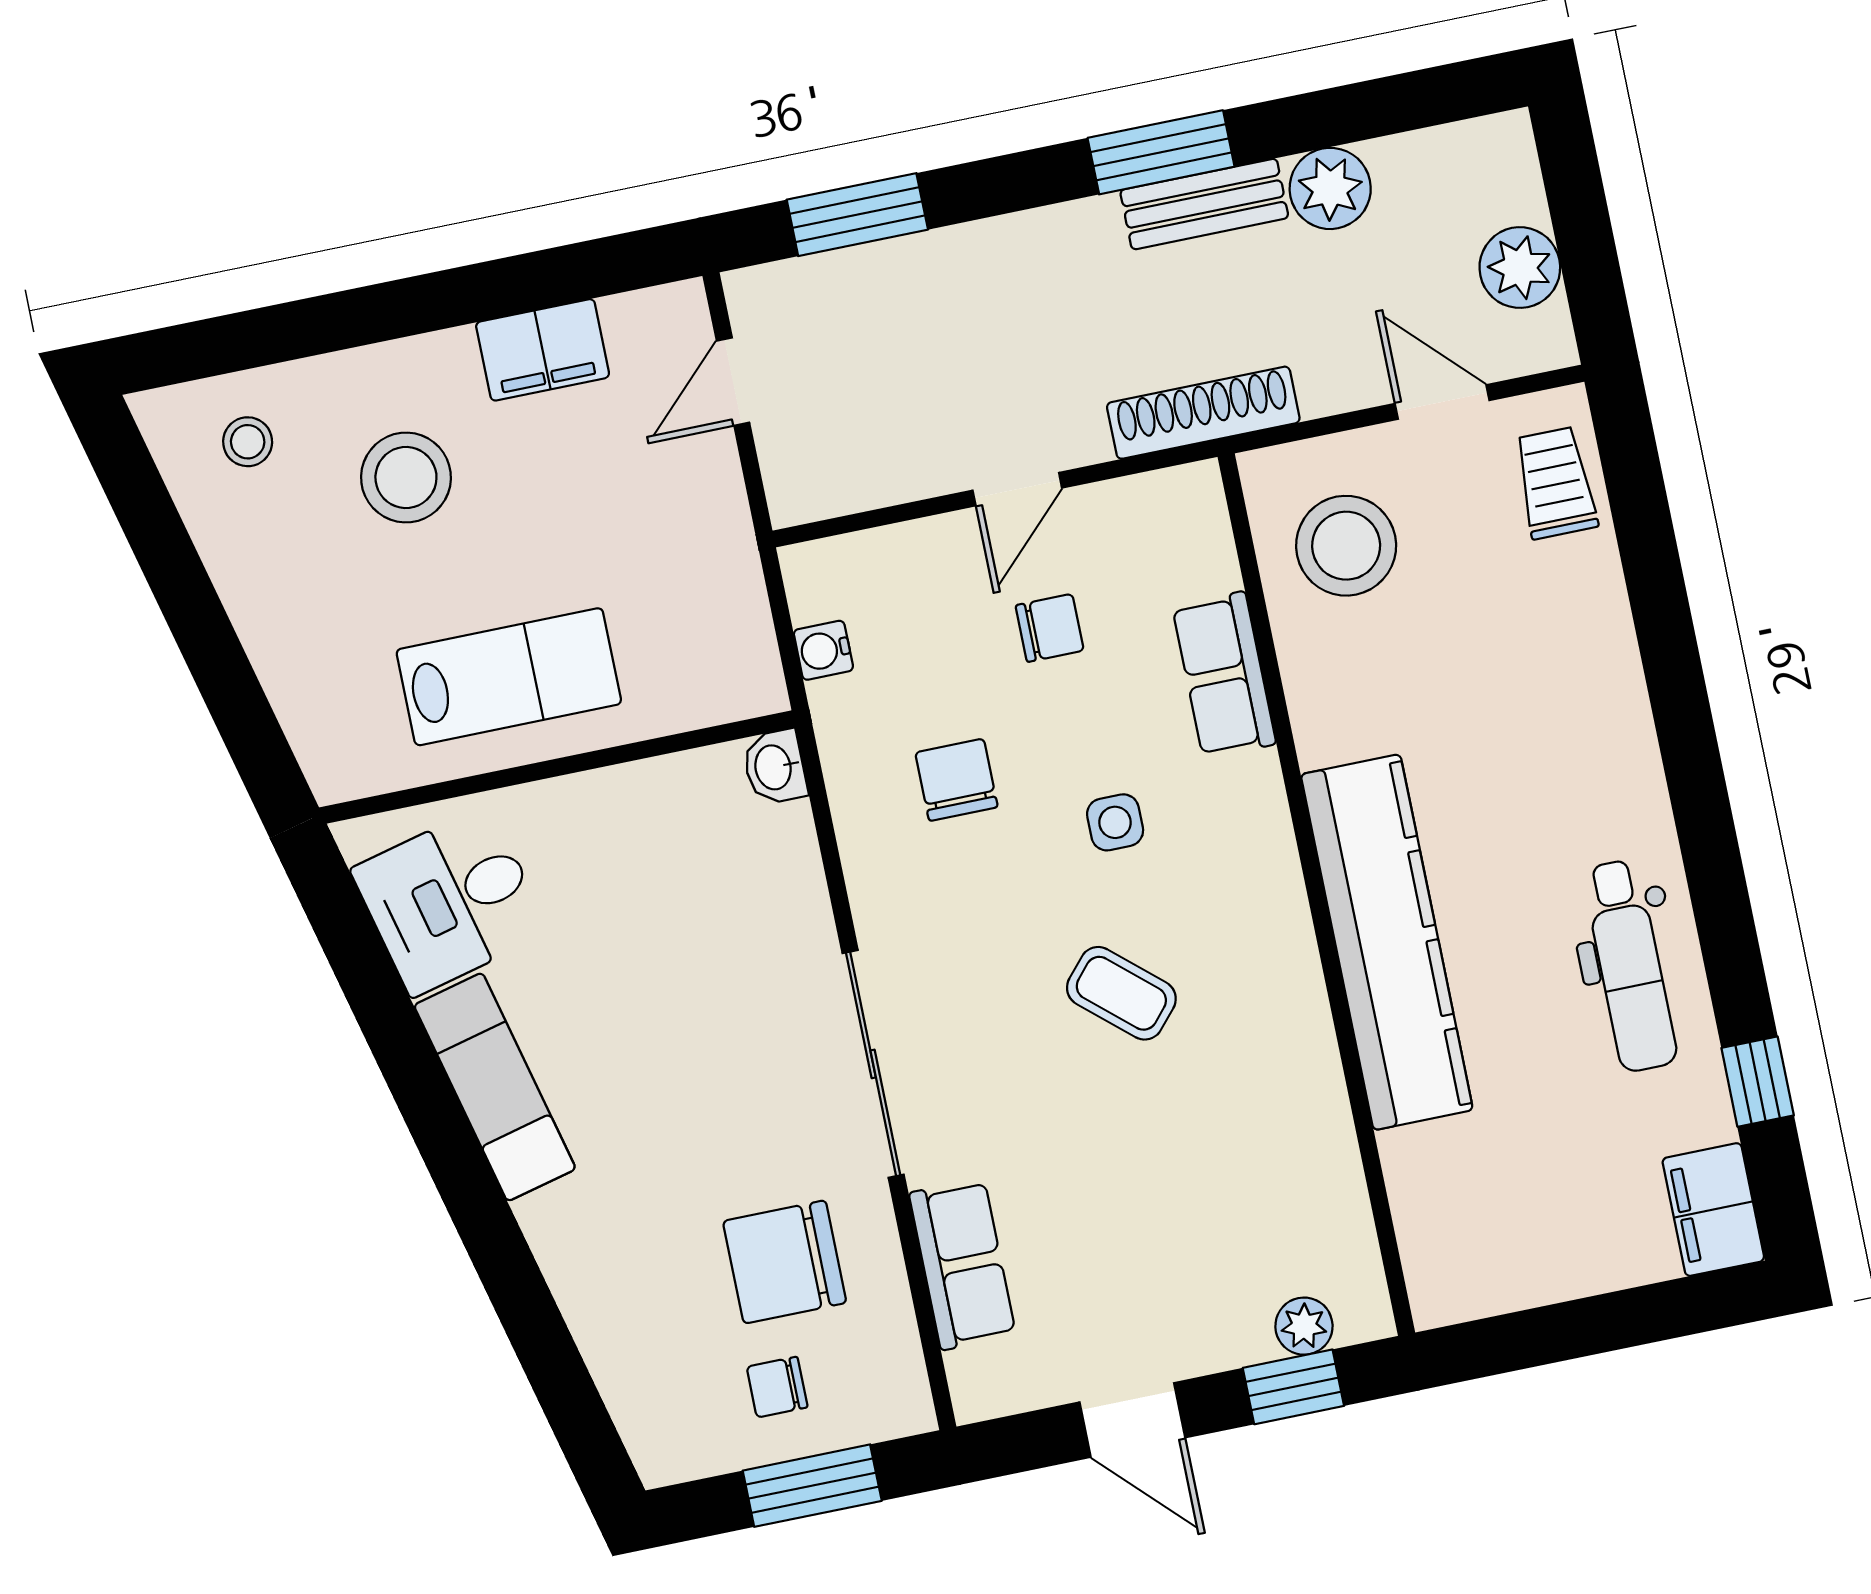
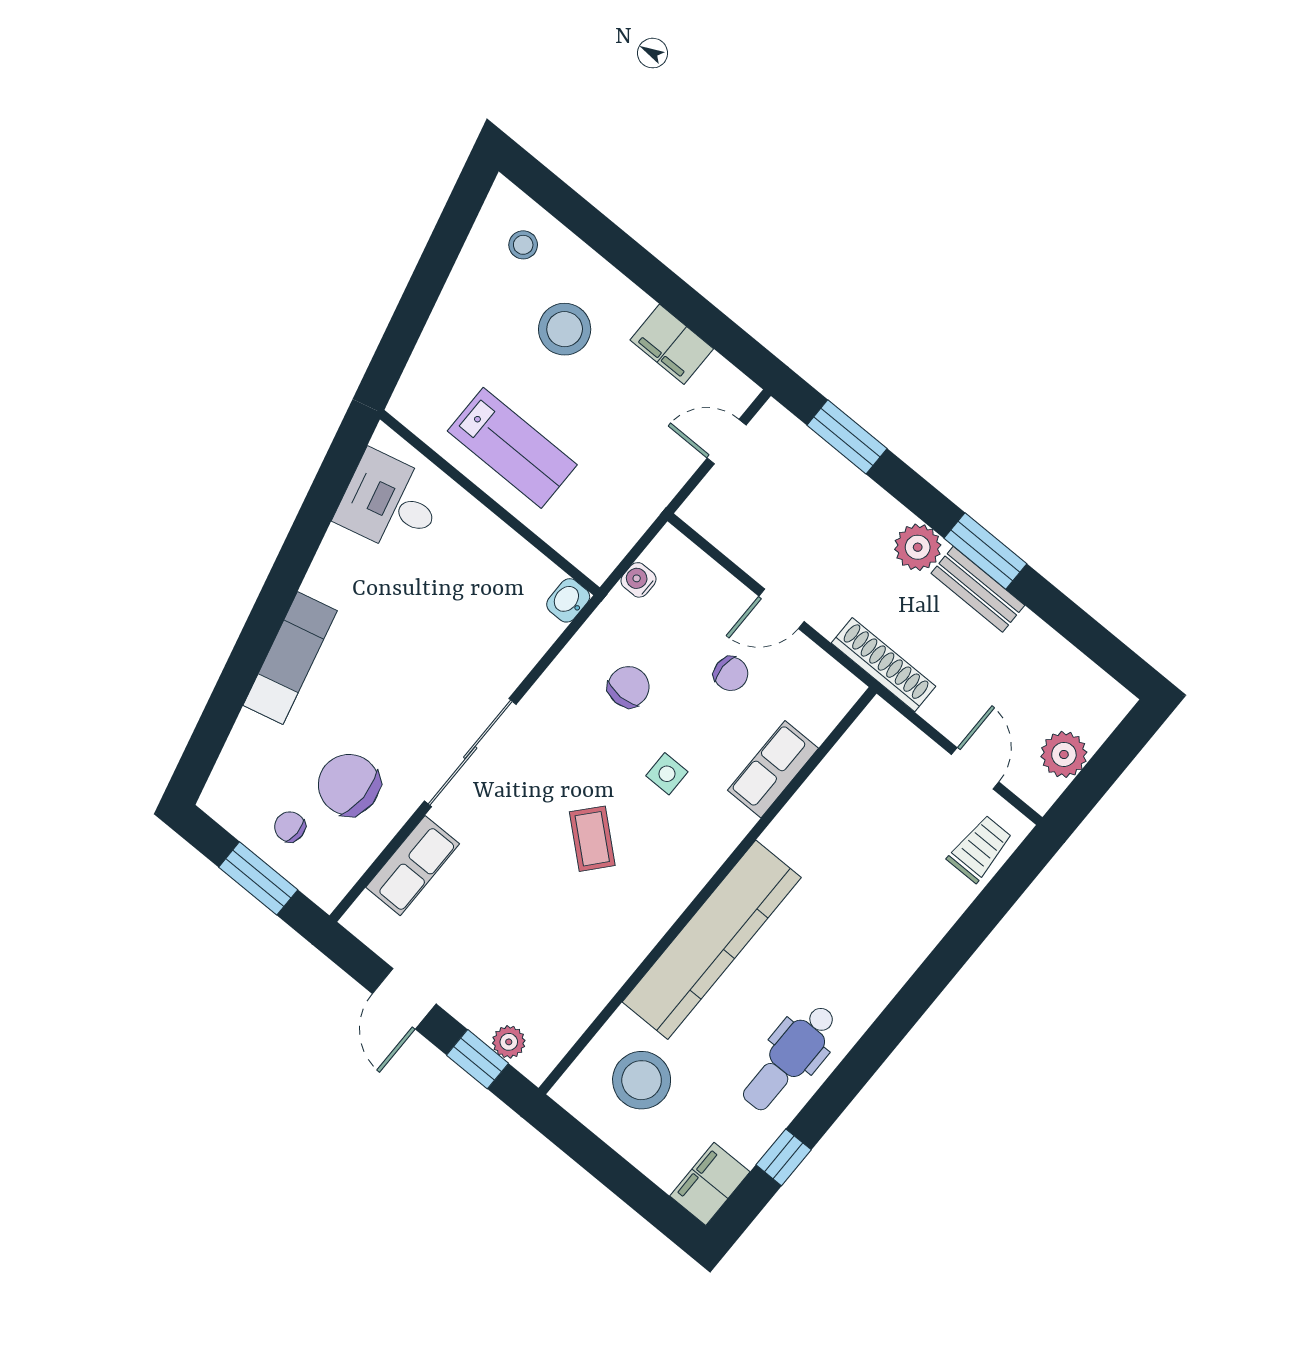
plant: (1330, 188) -> (918, 547), moved
stool: (1346, 546) -> (642, 1080), moved
exam couch: (495, 1087) -> (290, 658), moved

